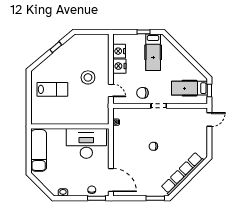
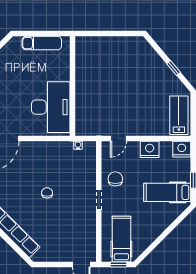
nightstand: (119, 51) -> (182, 149), moved
stool: (88, 77) -> (135, 109), removed
lab bench: (52, 89) -> (179, 115), moved, turned 180
exam couch: (39, 150) -> (42, 43), width x0.73, depth x0.69

